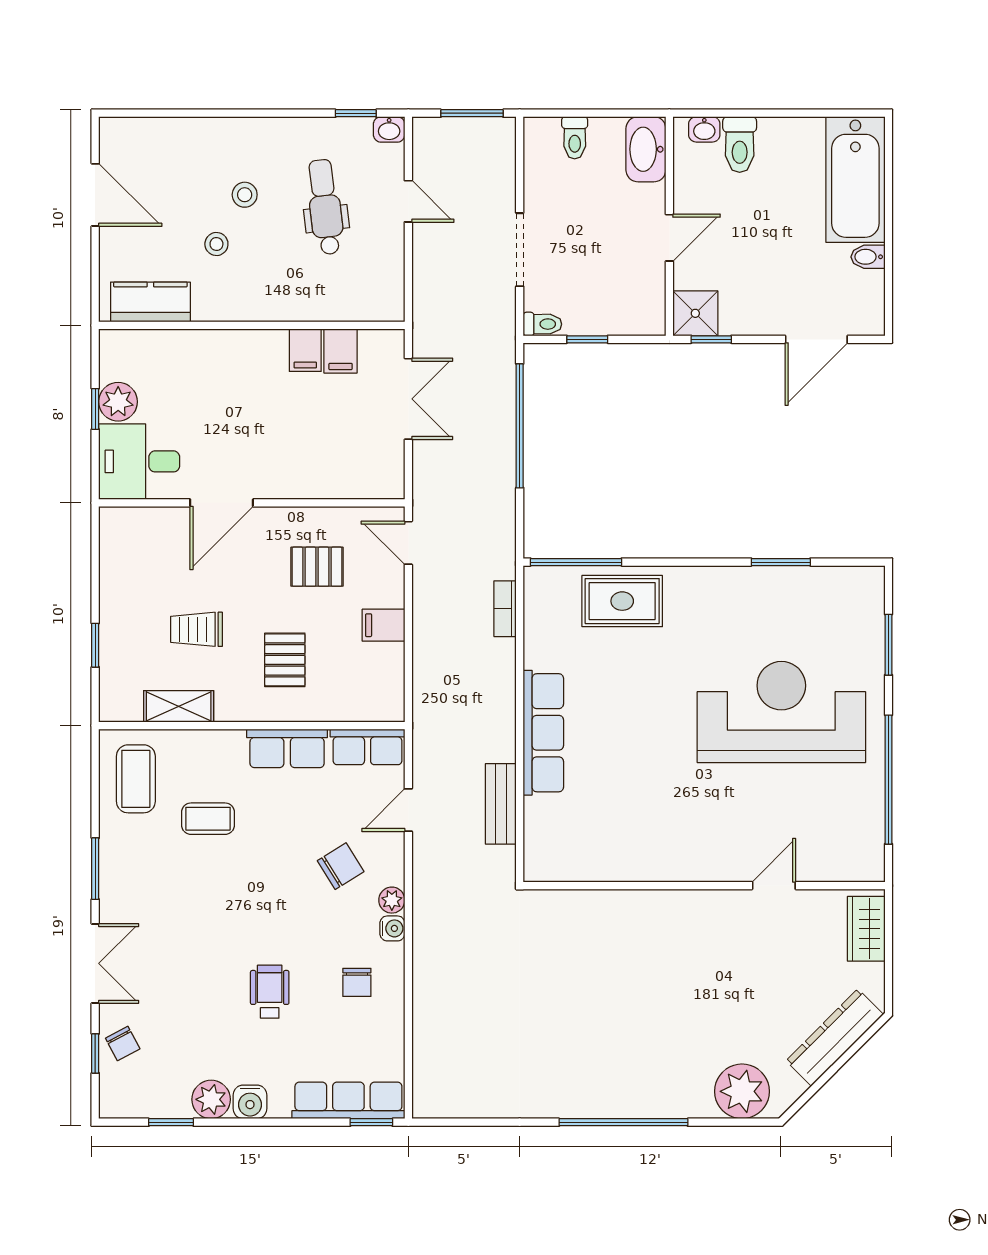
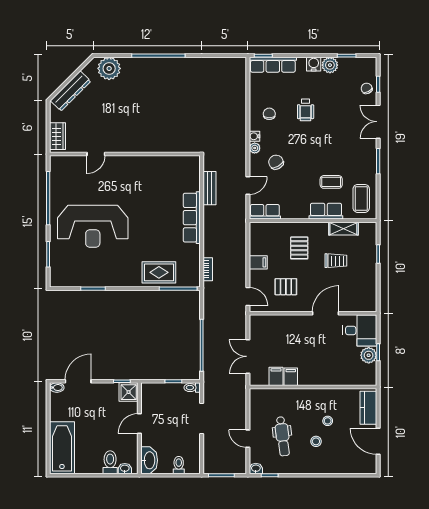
bidet: (868, 257) -> (57, 388), moved
kitchen counter: (150, 302) -> (368, 408), moved, turned 90
row of seats: (287, 748) -> (326, 211), moved
chair: (341, 866) -> (276, 162), turned 93

